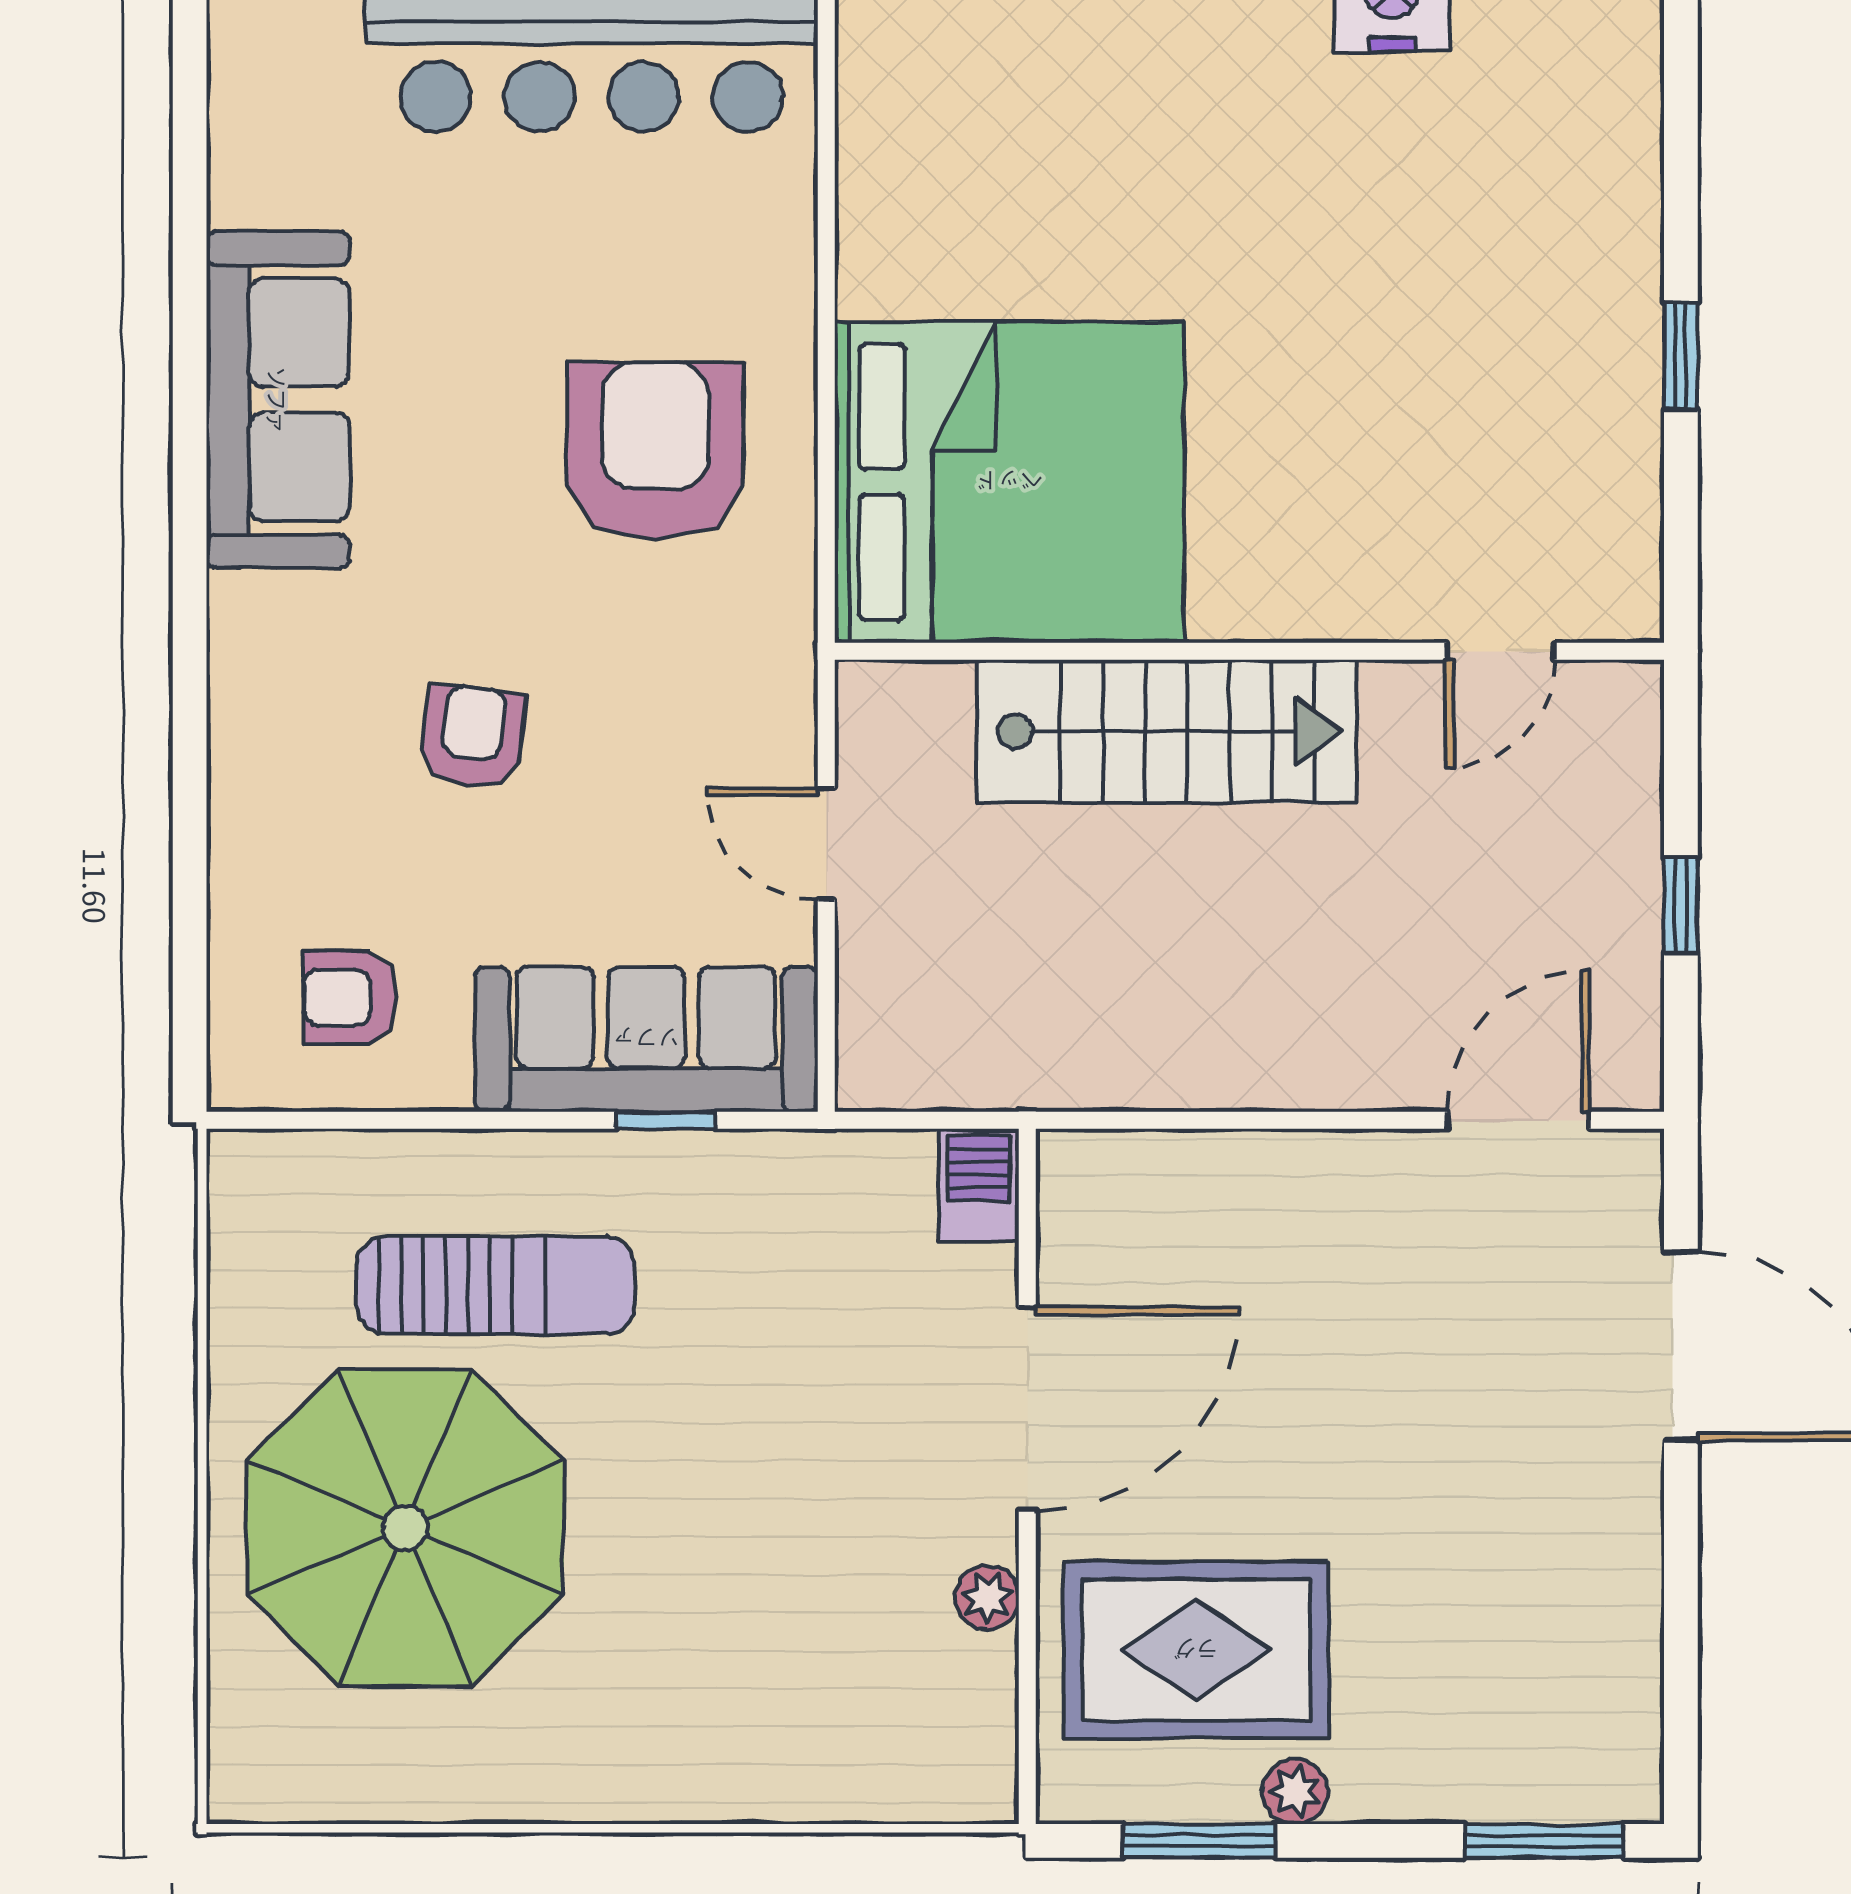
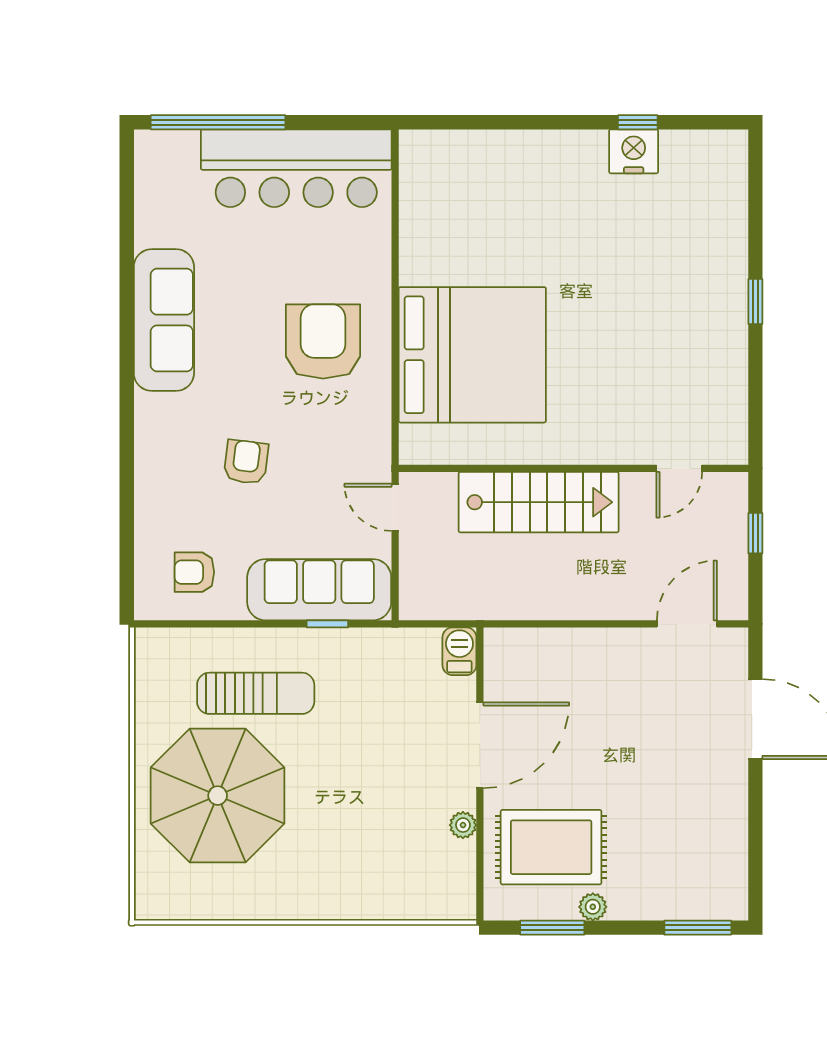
wall: (1249, 651) -> (574, 468), moved
door: (1500, 651) -> (679, 468), moved
stairs: (1167, 731) -> (539, 502), moved

